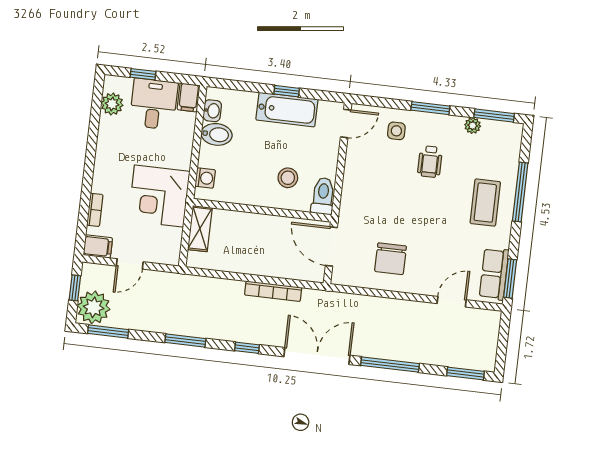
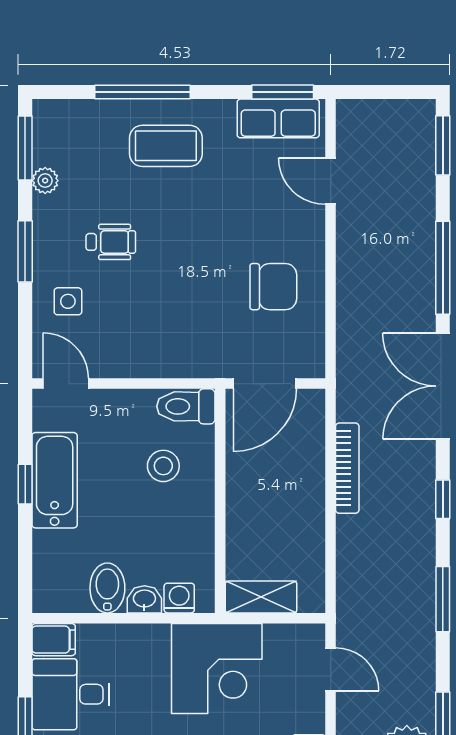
washbasin: (212, 111) -> (144, 599), moved
door: (130, 264) -> (331, 669), moved

